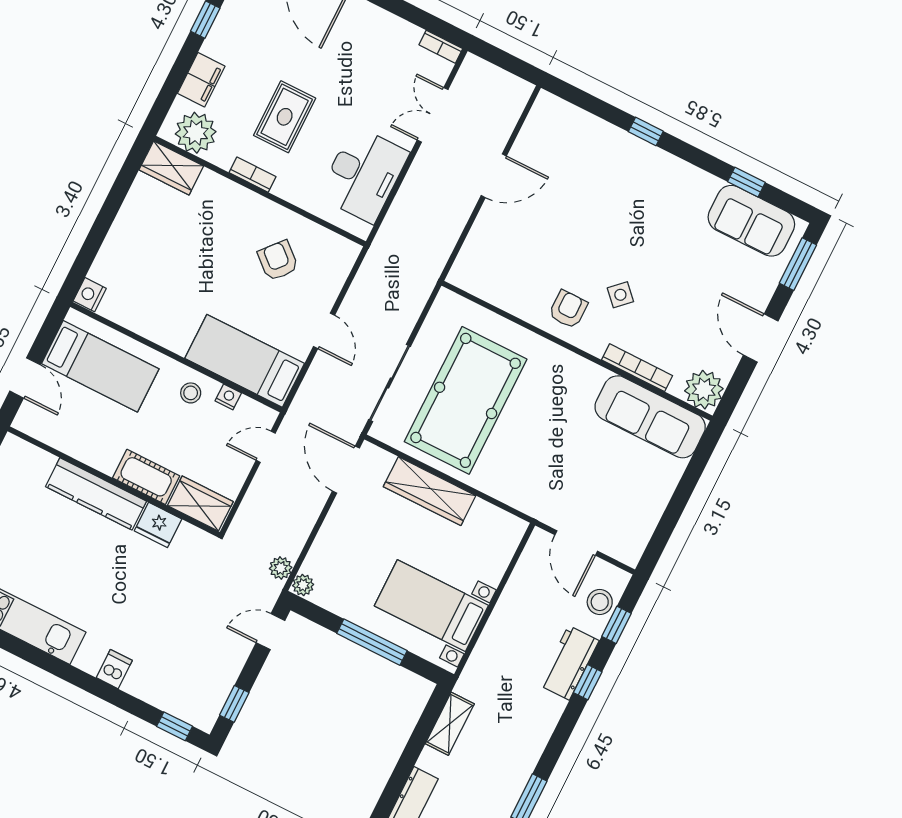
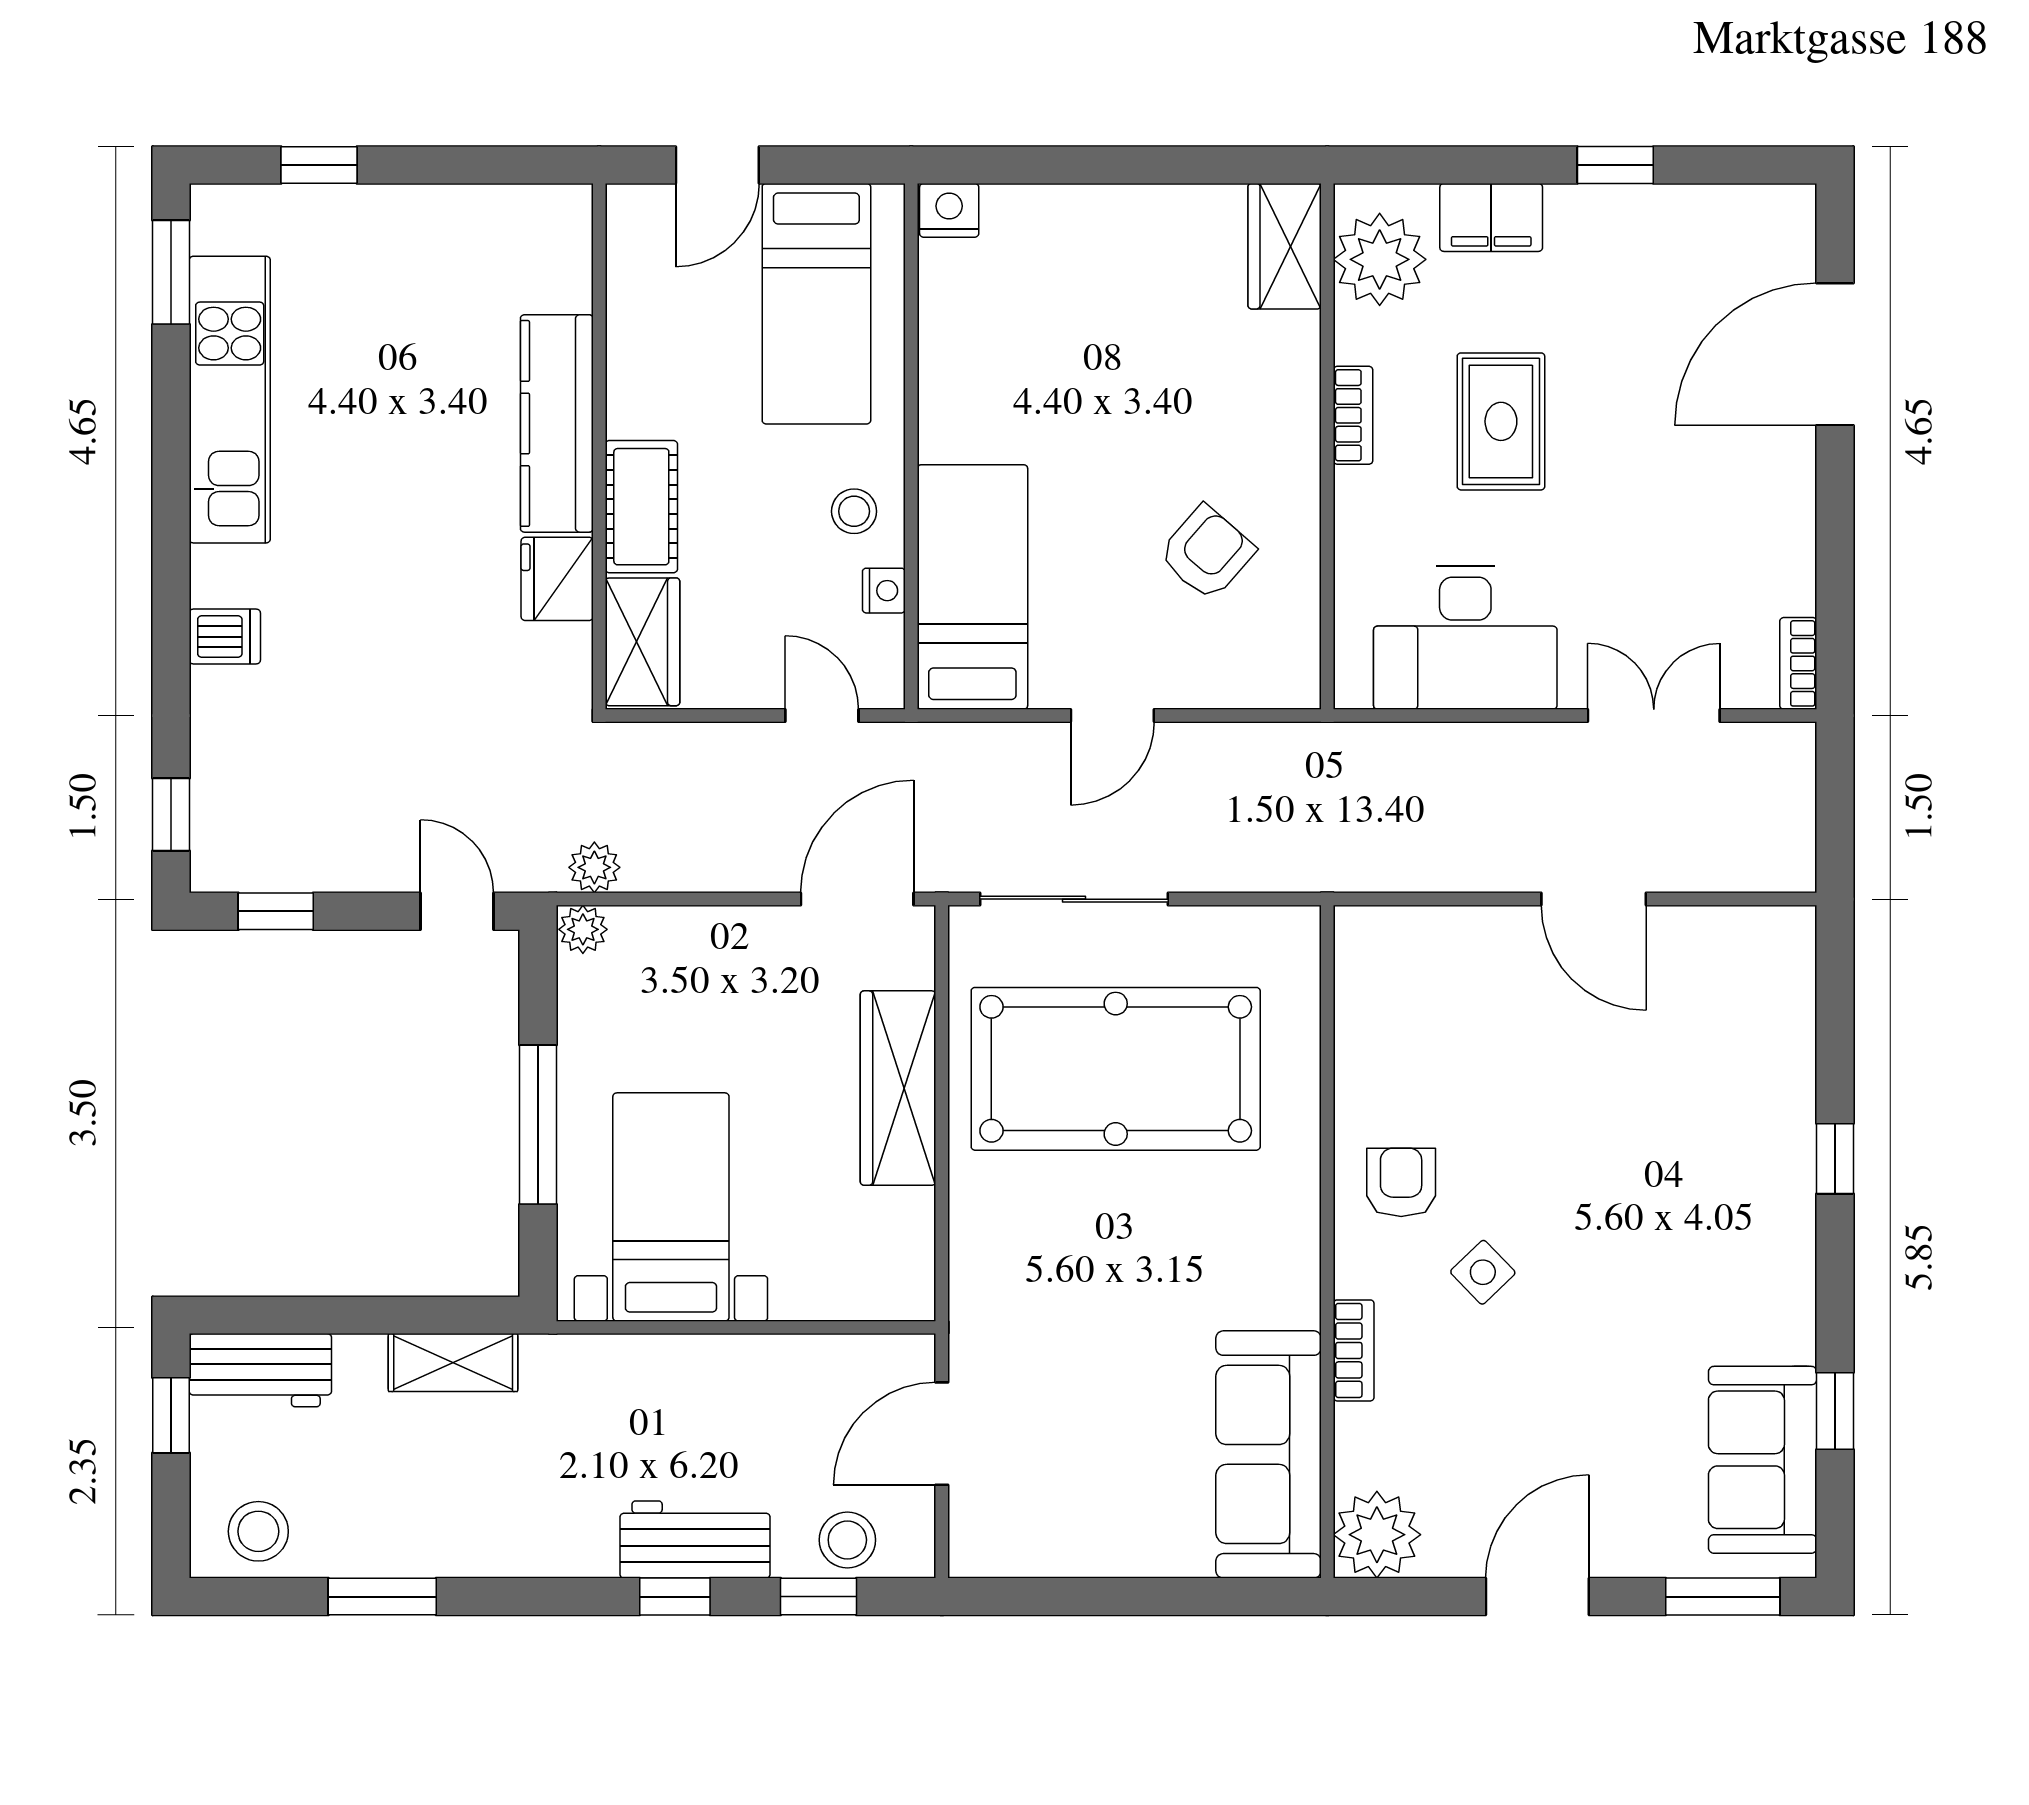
rug: (285, 117) -> (1501, 421), turned 90
armchair: (568, 309) -> (1401, 1182), turned -90
bookcase: (637, 368) -> (1354, 1350), width x0.64

